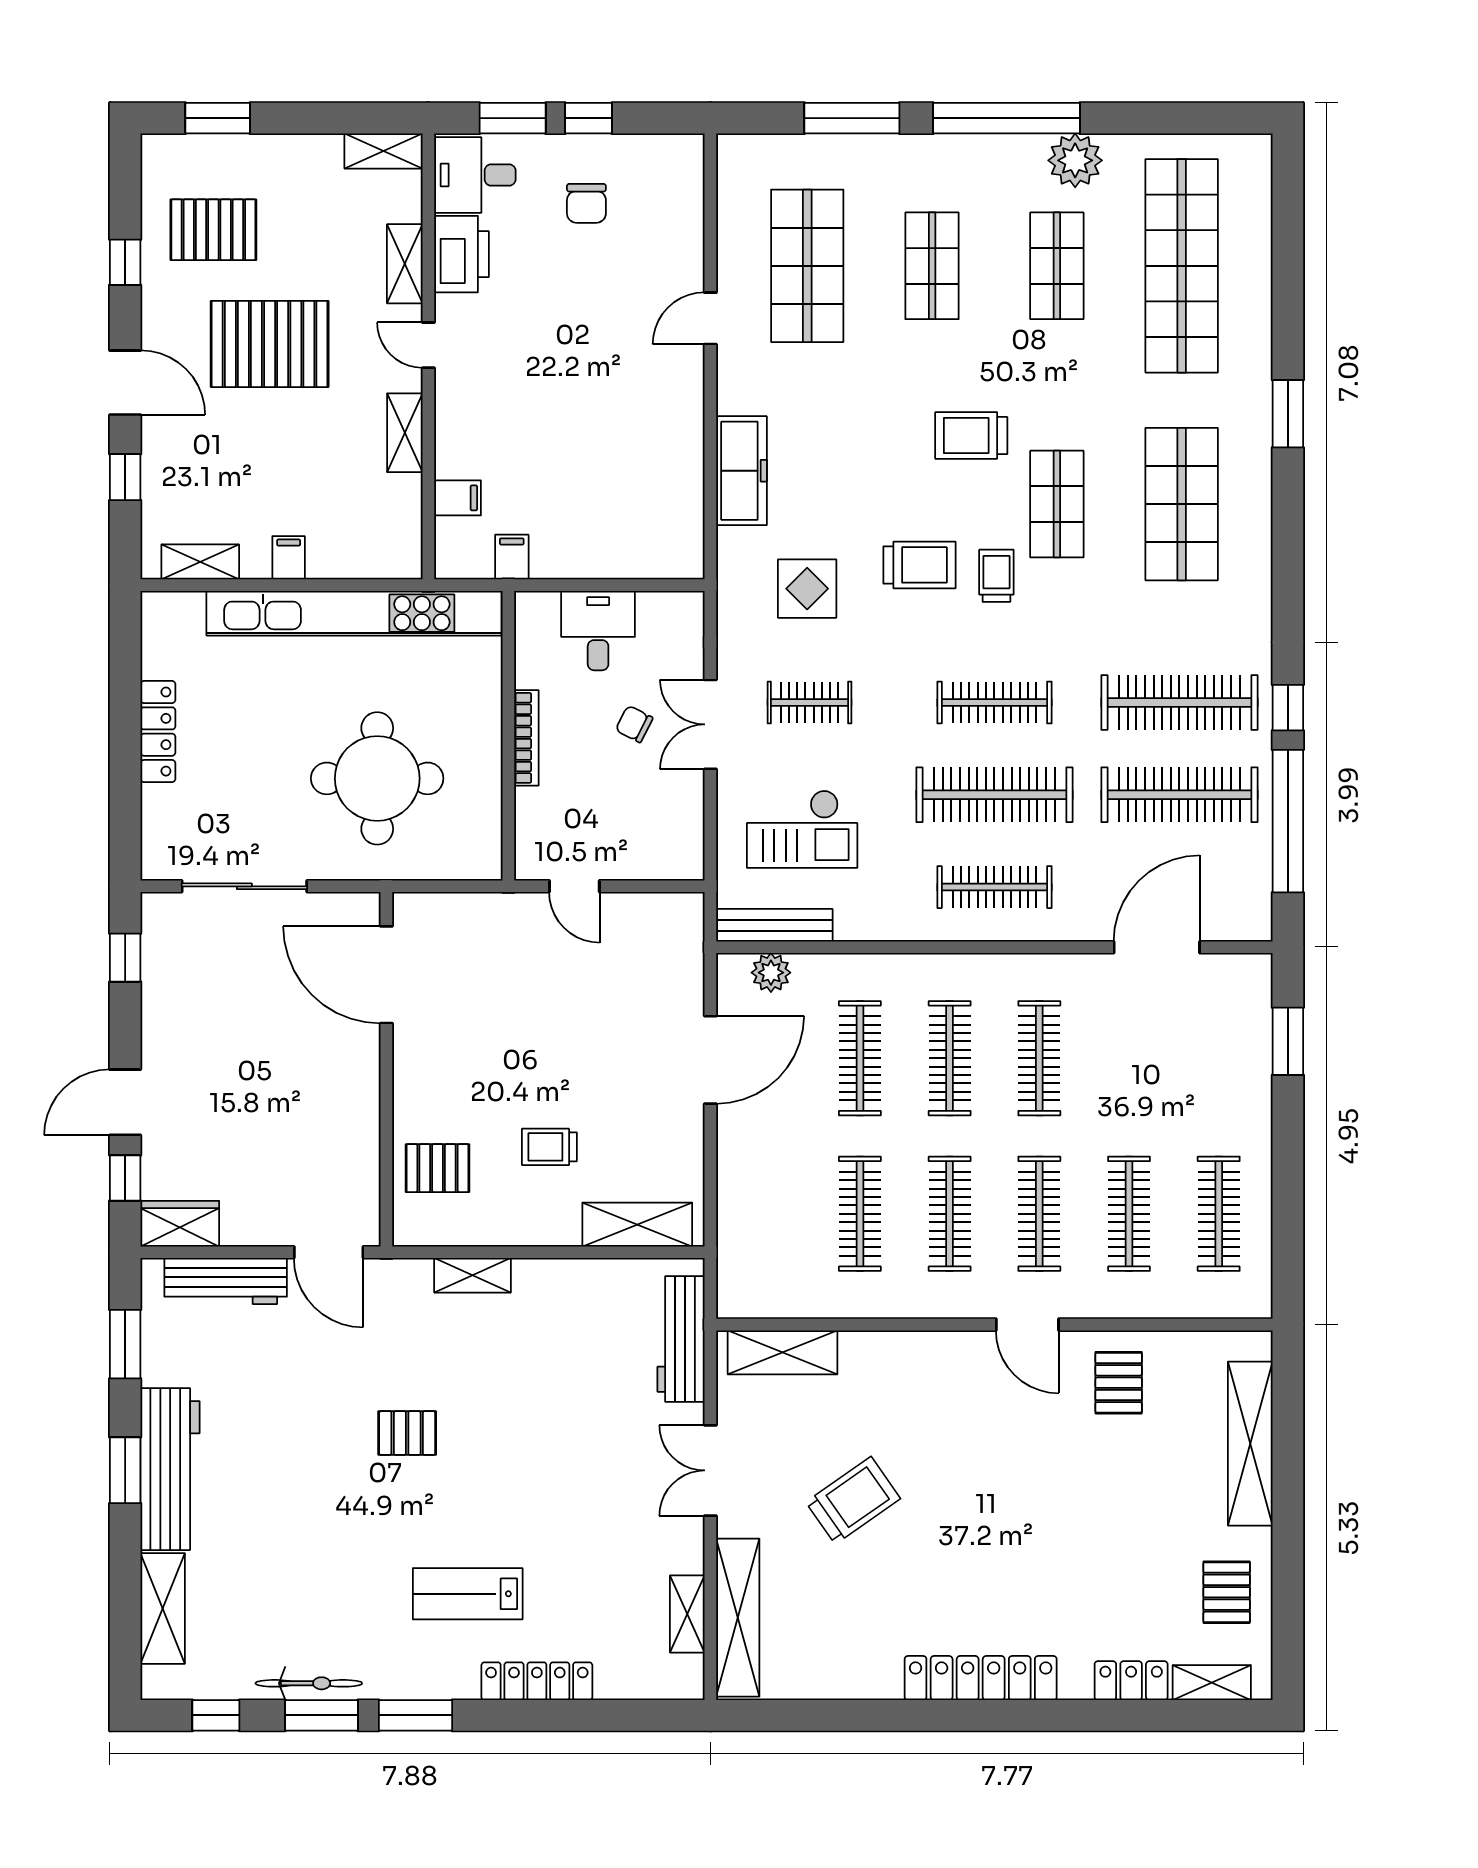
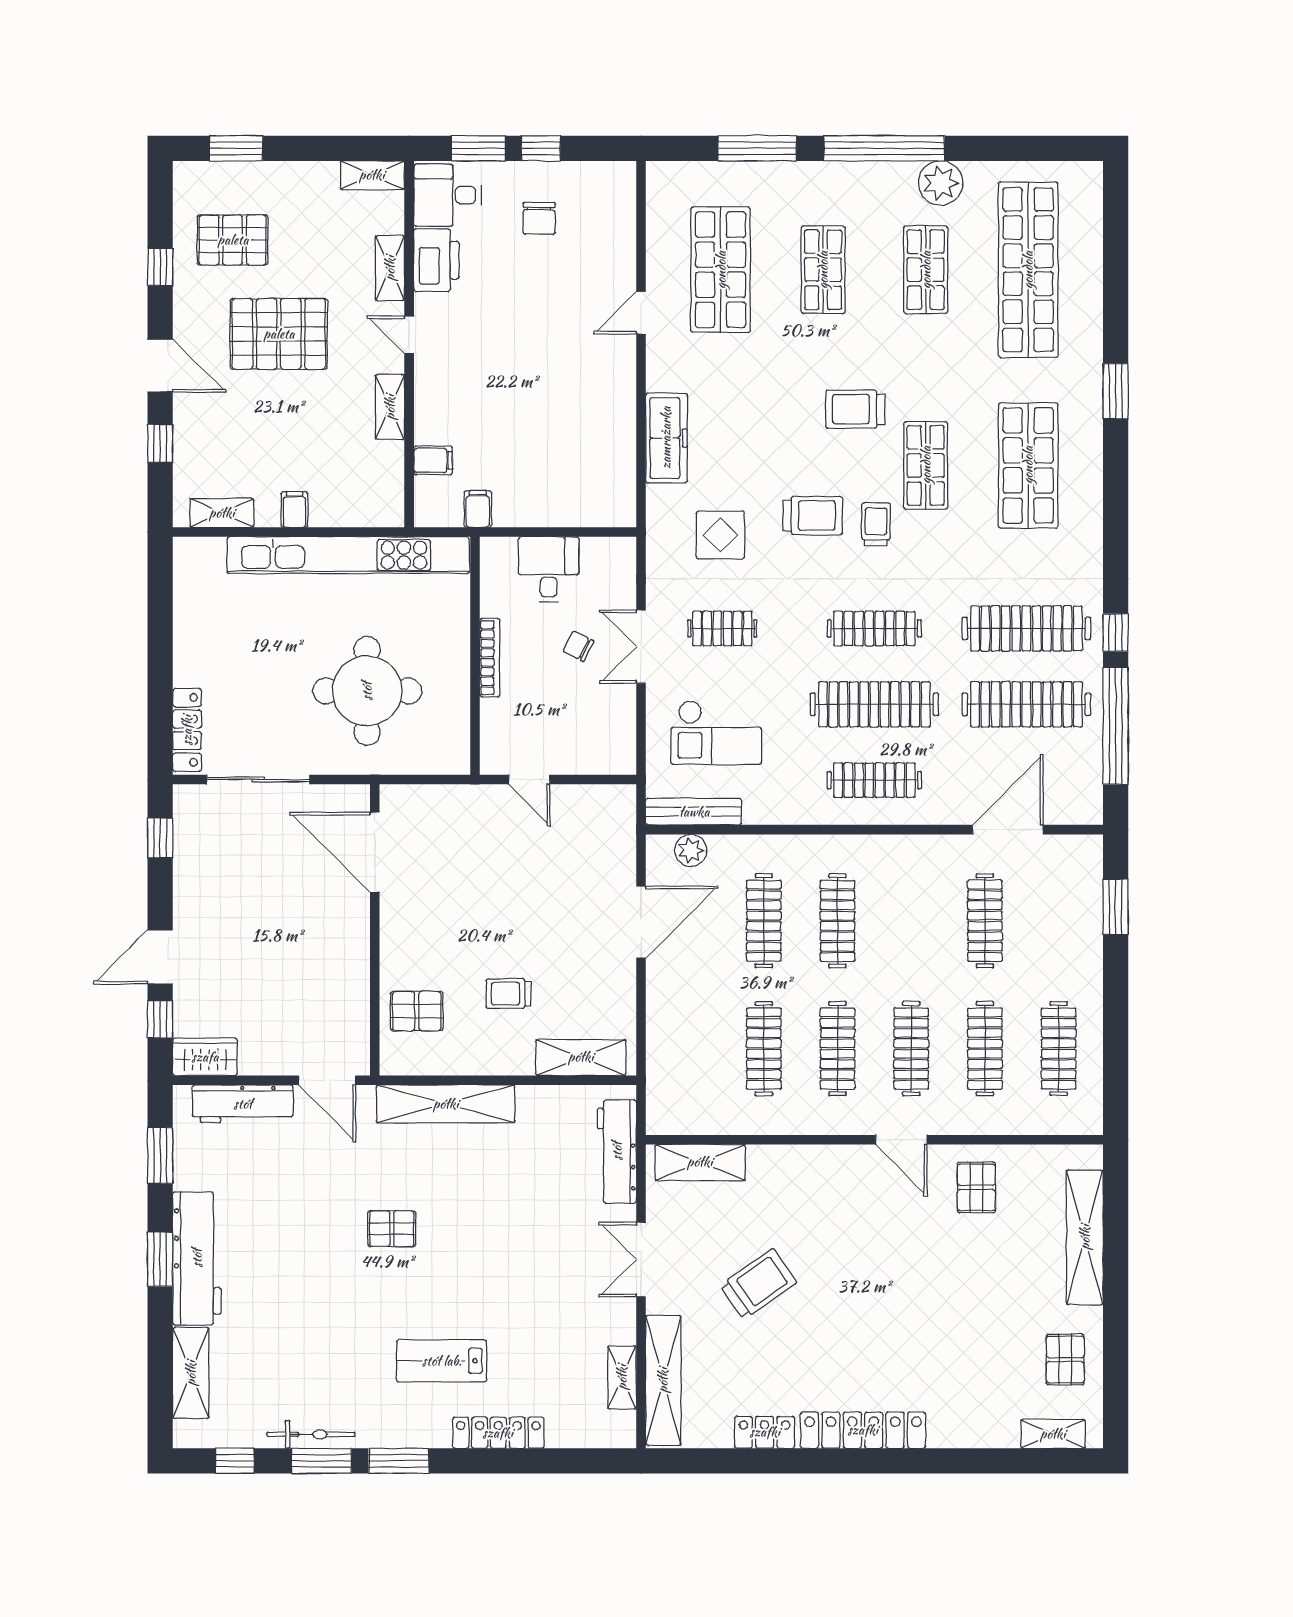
locker: (158, 732) -> (187, 730), moved
clothes rail: (1039, 1058) -> (985, 921), moved
shelving: (473, 1275) -> (446, 1104), width x2.20, depth x1.33
locker: (1131, 1681) -> (765, 1432), moved

